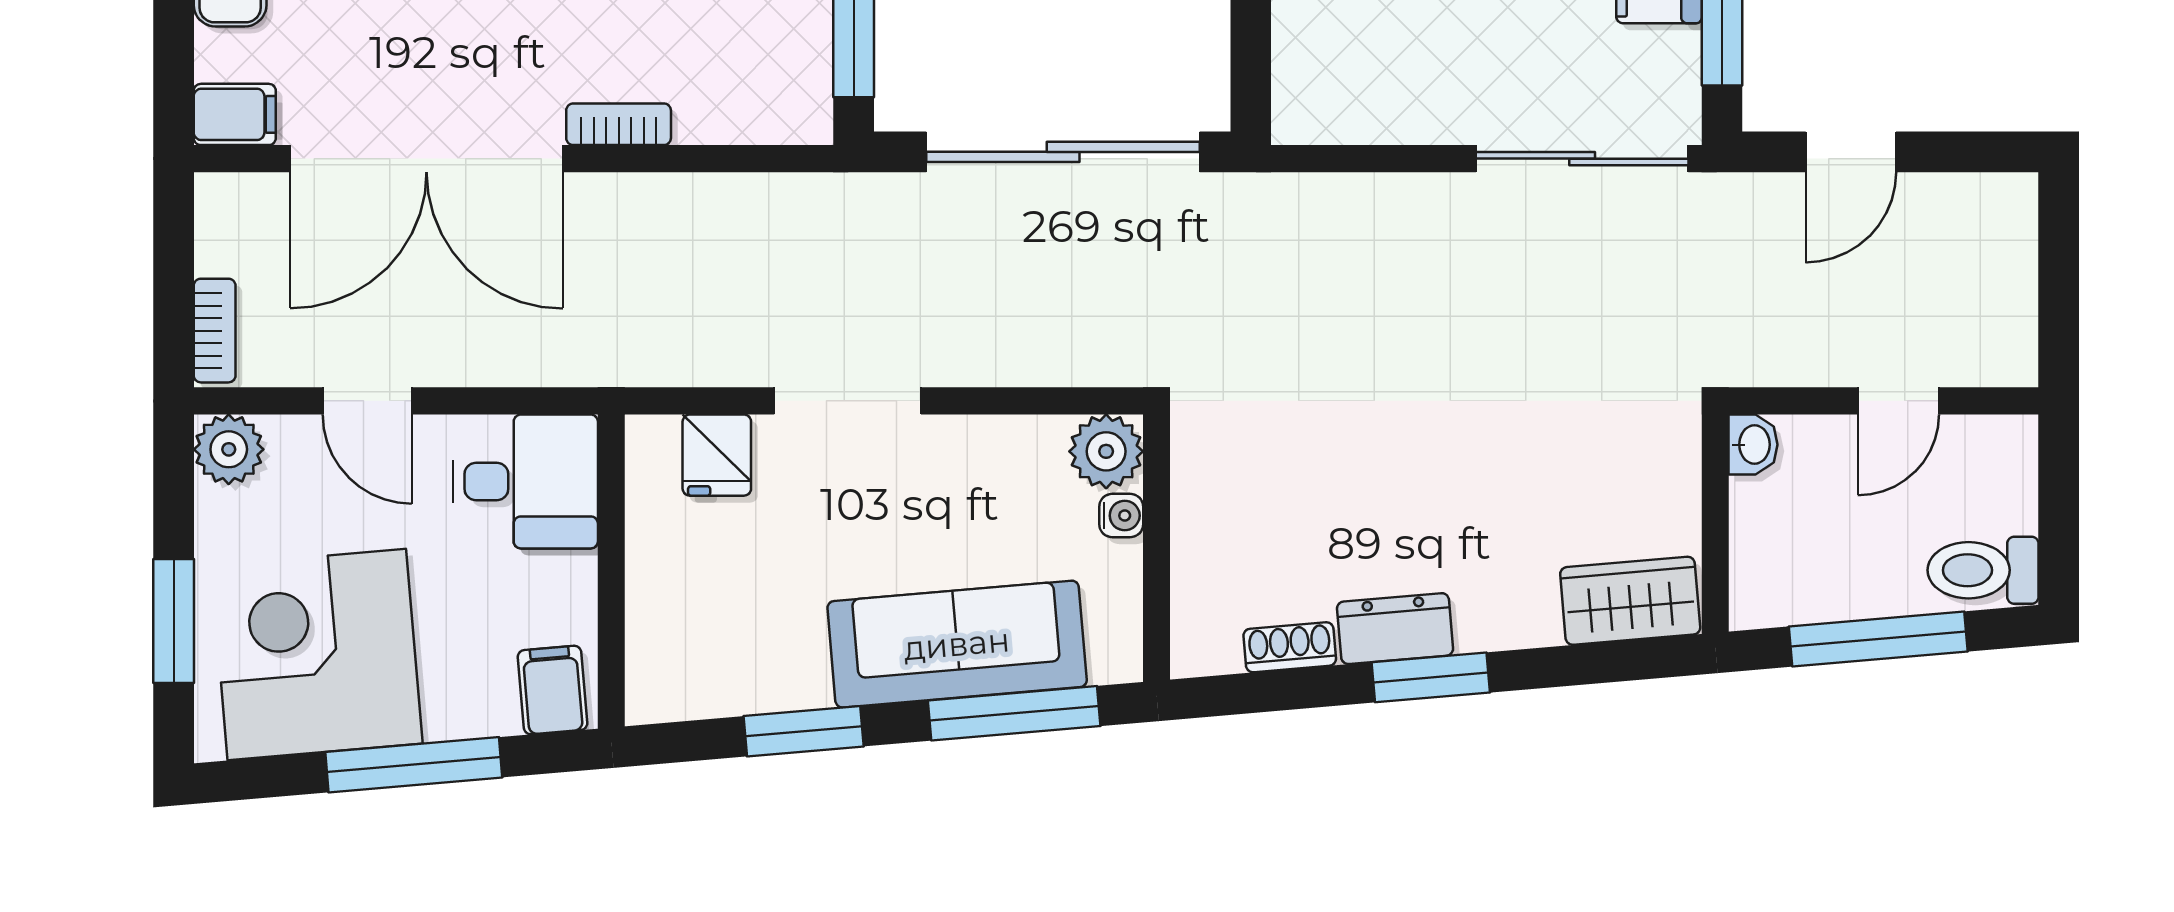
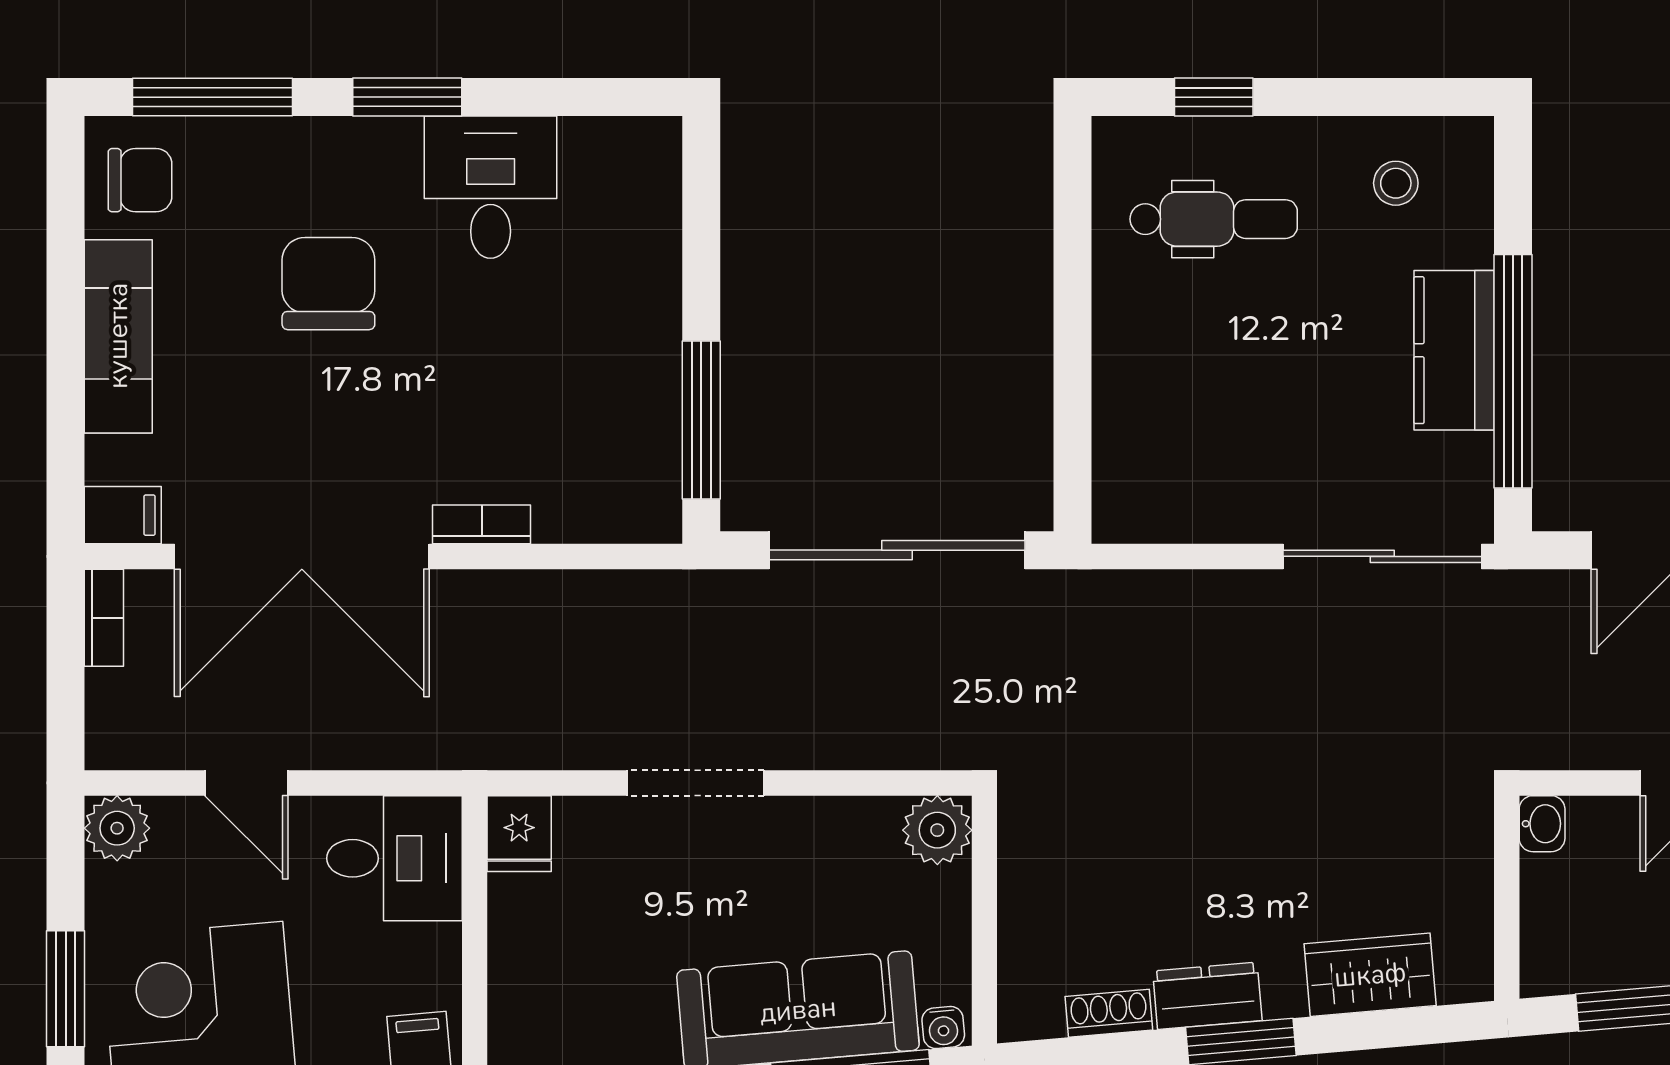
bookcase: (215, 331) -> (104, 618), moved
fridge: (717, 455) -> (519, 834), moved
water cooler: (1121, 516) -> (943, 1028), moved, turned 85
wardrobe: (1630, 601) -> (1370, 975), moved

